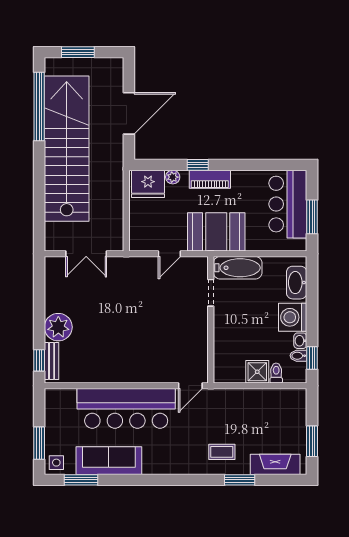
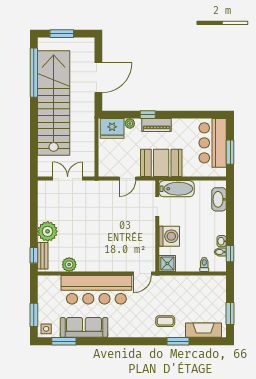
double door: (86, 254) -> (68, 179), swing flipped
washing machine: (293, 317) -> (169, 236), moved, turned 180
shower: (257, 372) -> (167, 263), moved
plant: (88, 373) -> (69, 265), added

